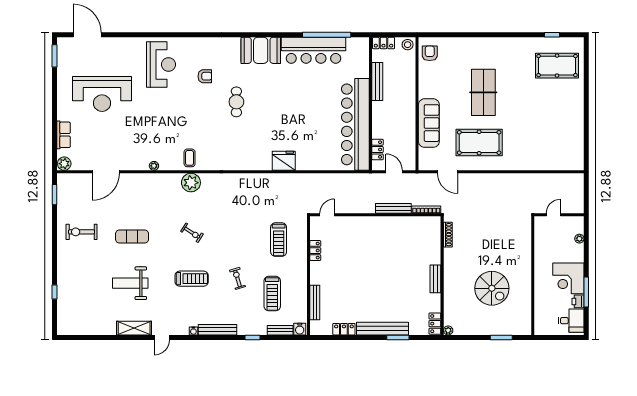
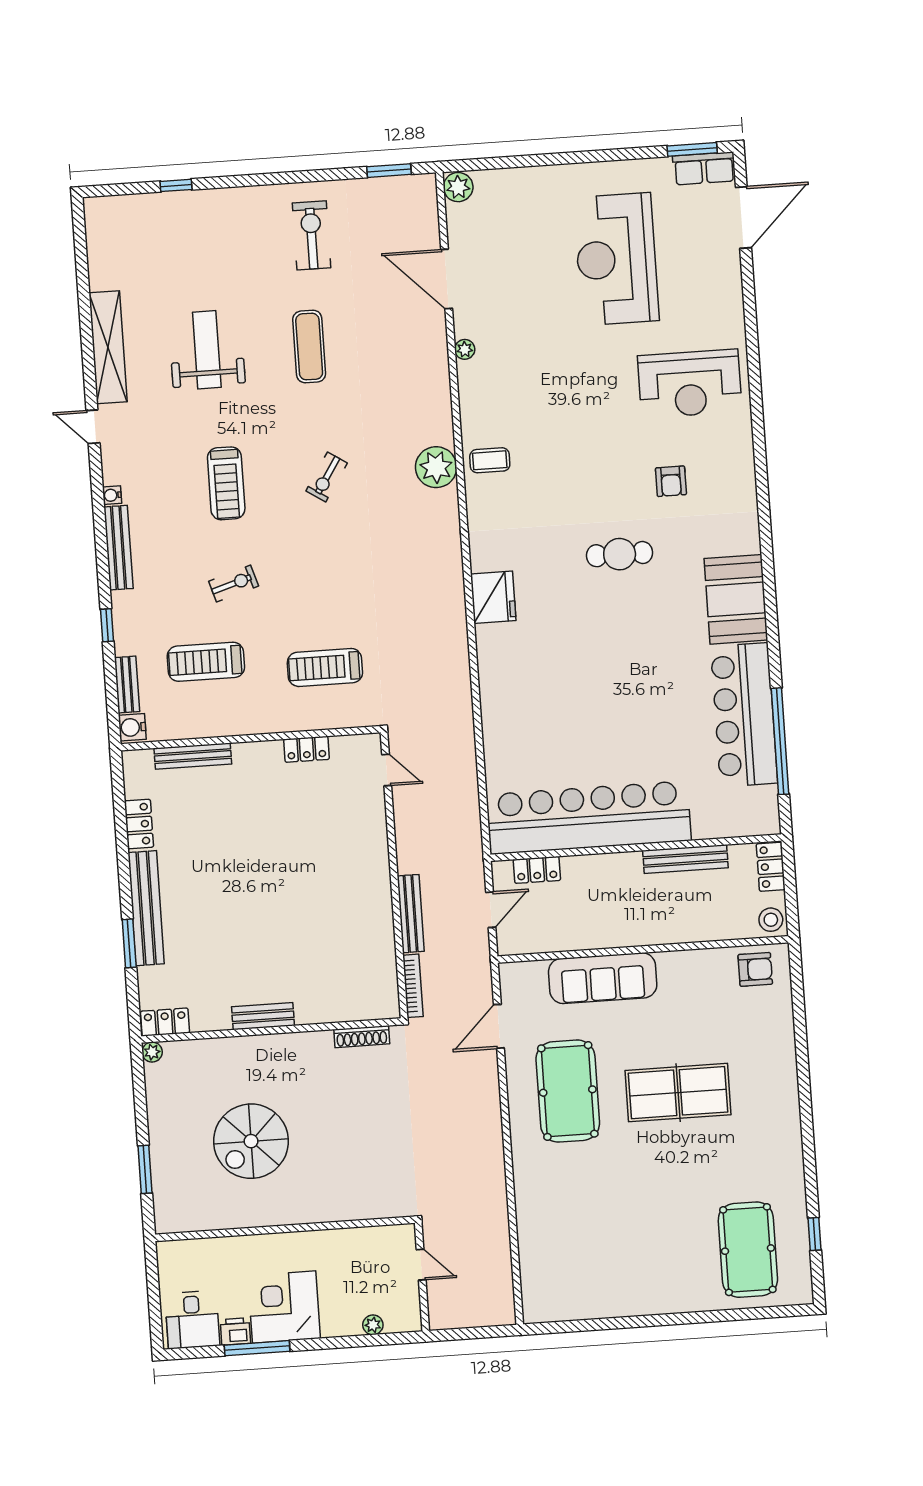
row of seats: (64, 135) -> (704, 168), moved
fridge: (284, 161) -> (493, 597), moved
plant: (154, 166) -> (465, 349), moved
shelving: (134, 328) -> (108, 347), width x1.47

